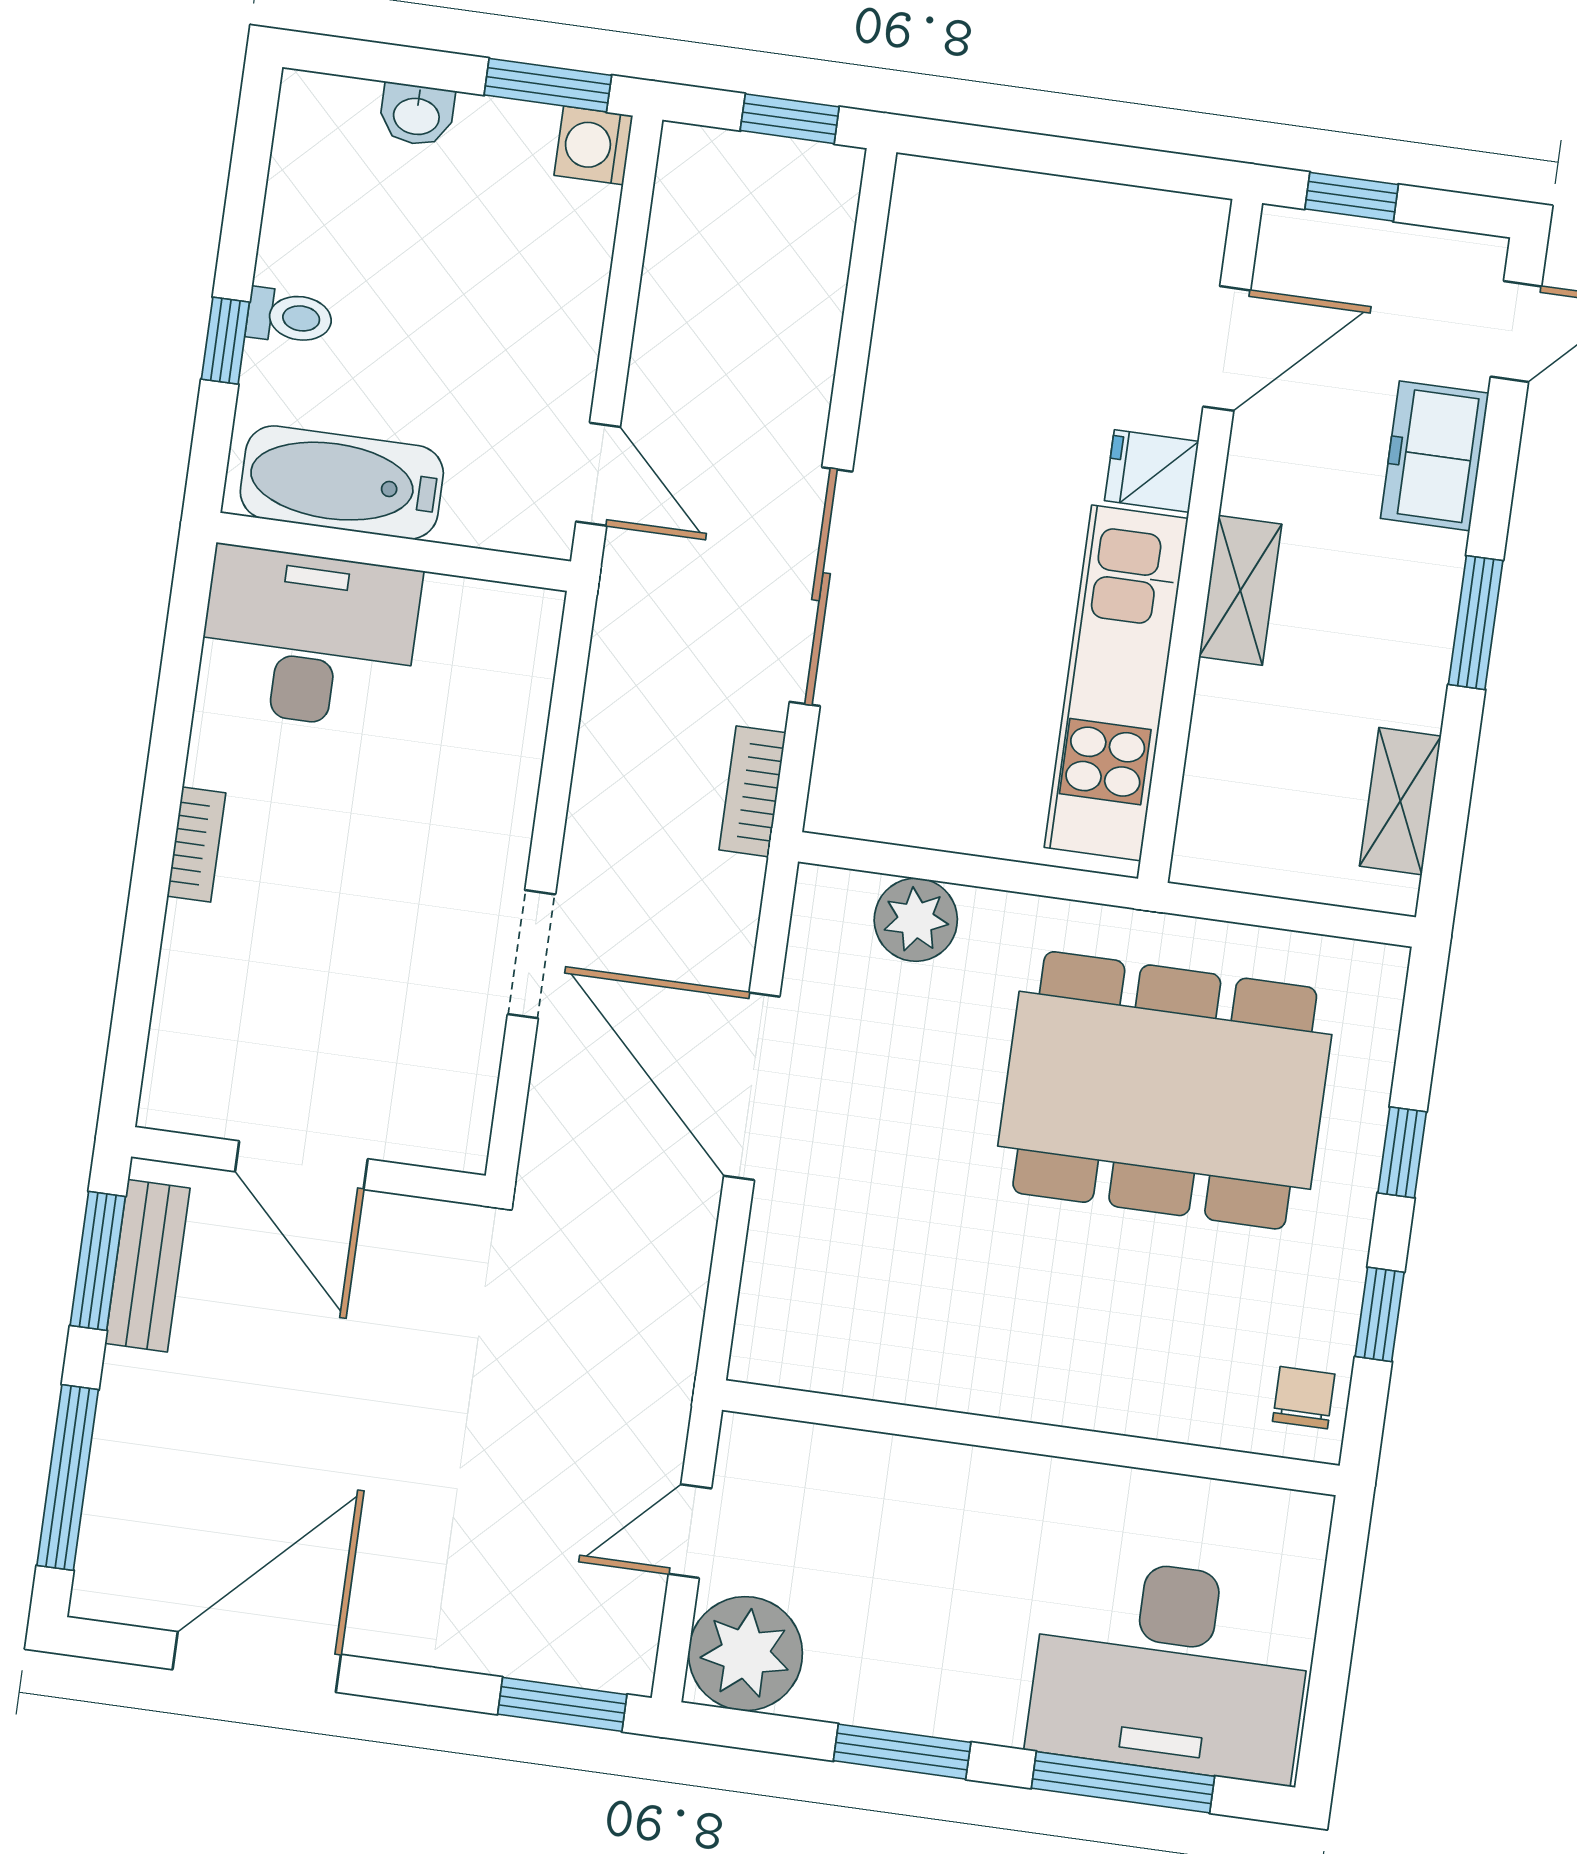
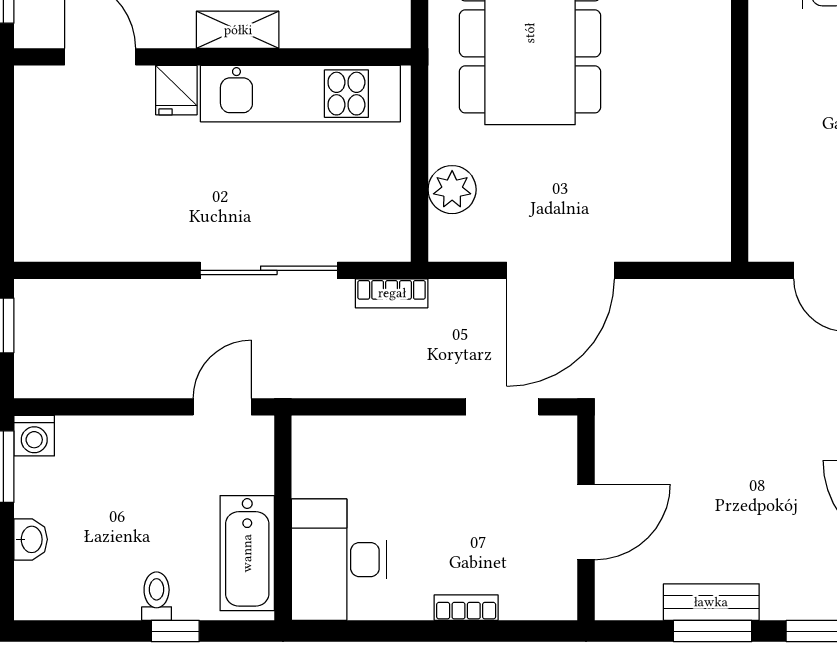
door: (301, 1165) -> (586, 522), moved
wall: (308, 1166) -> (586, 518), moved

